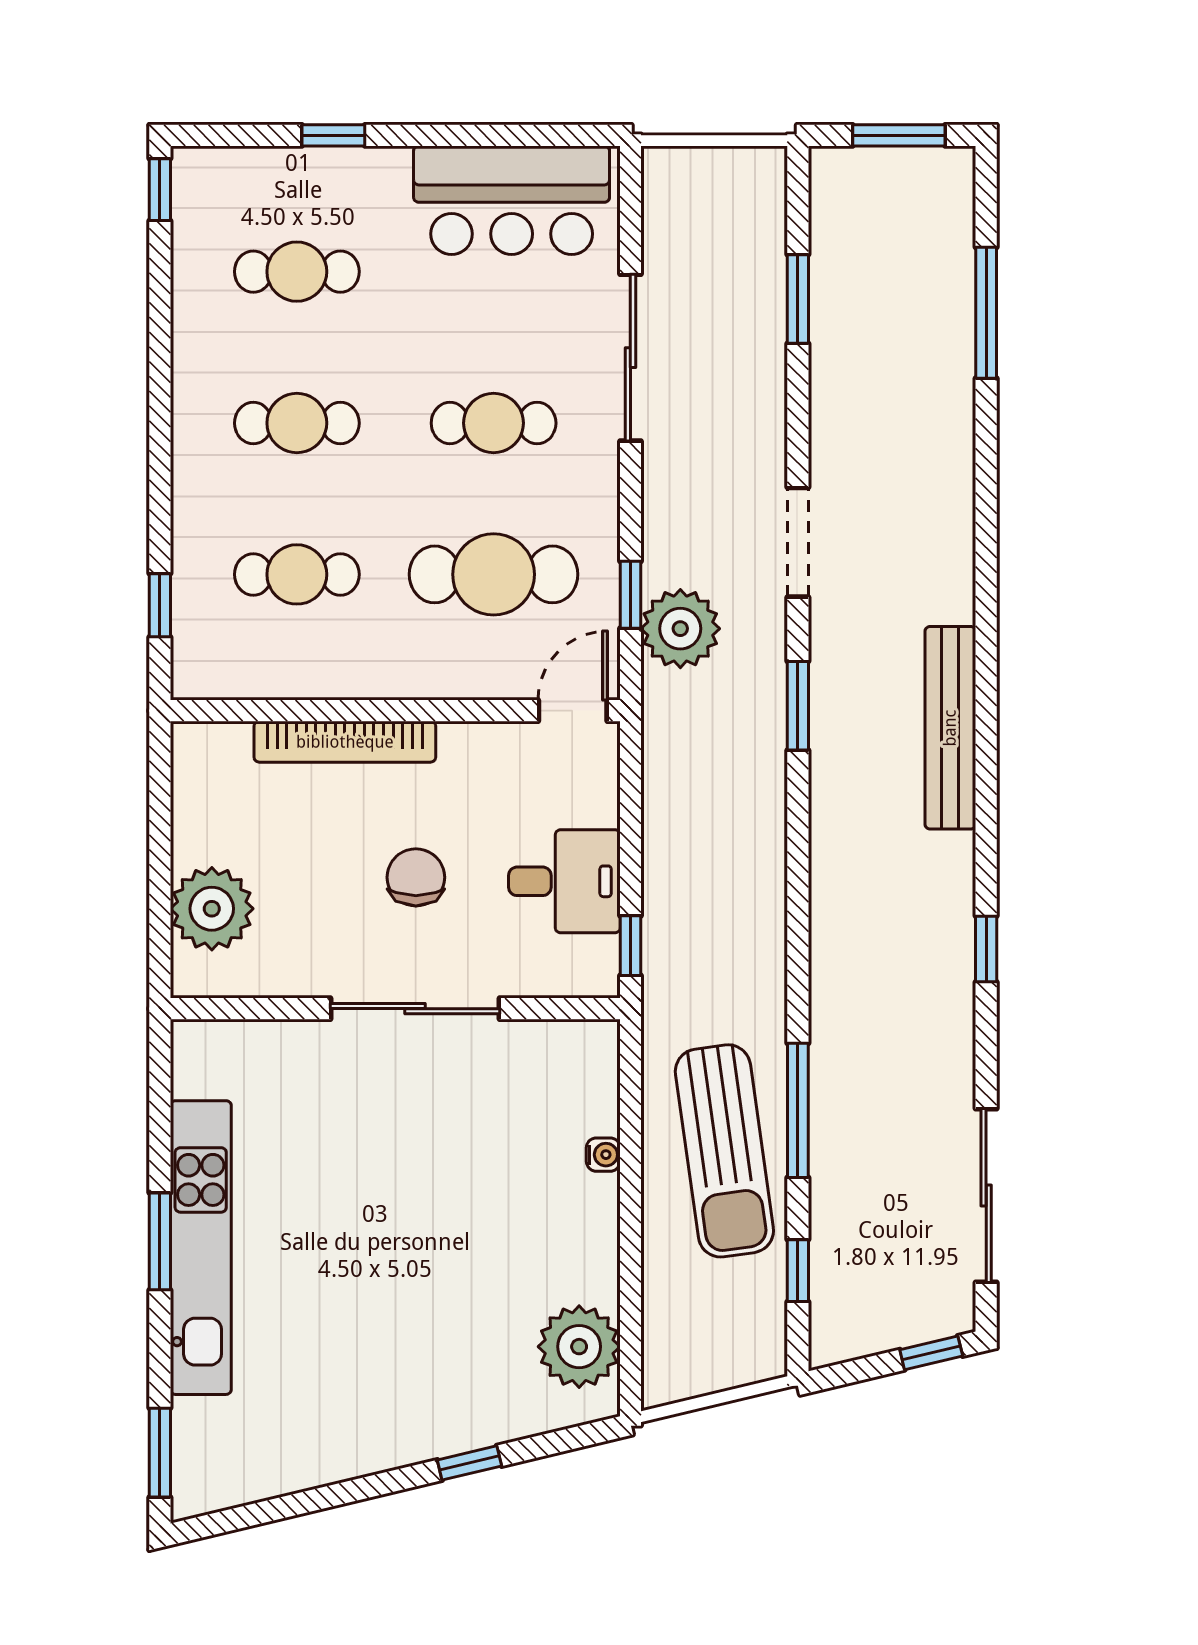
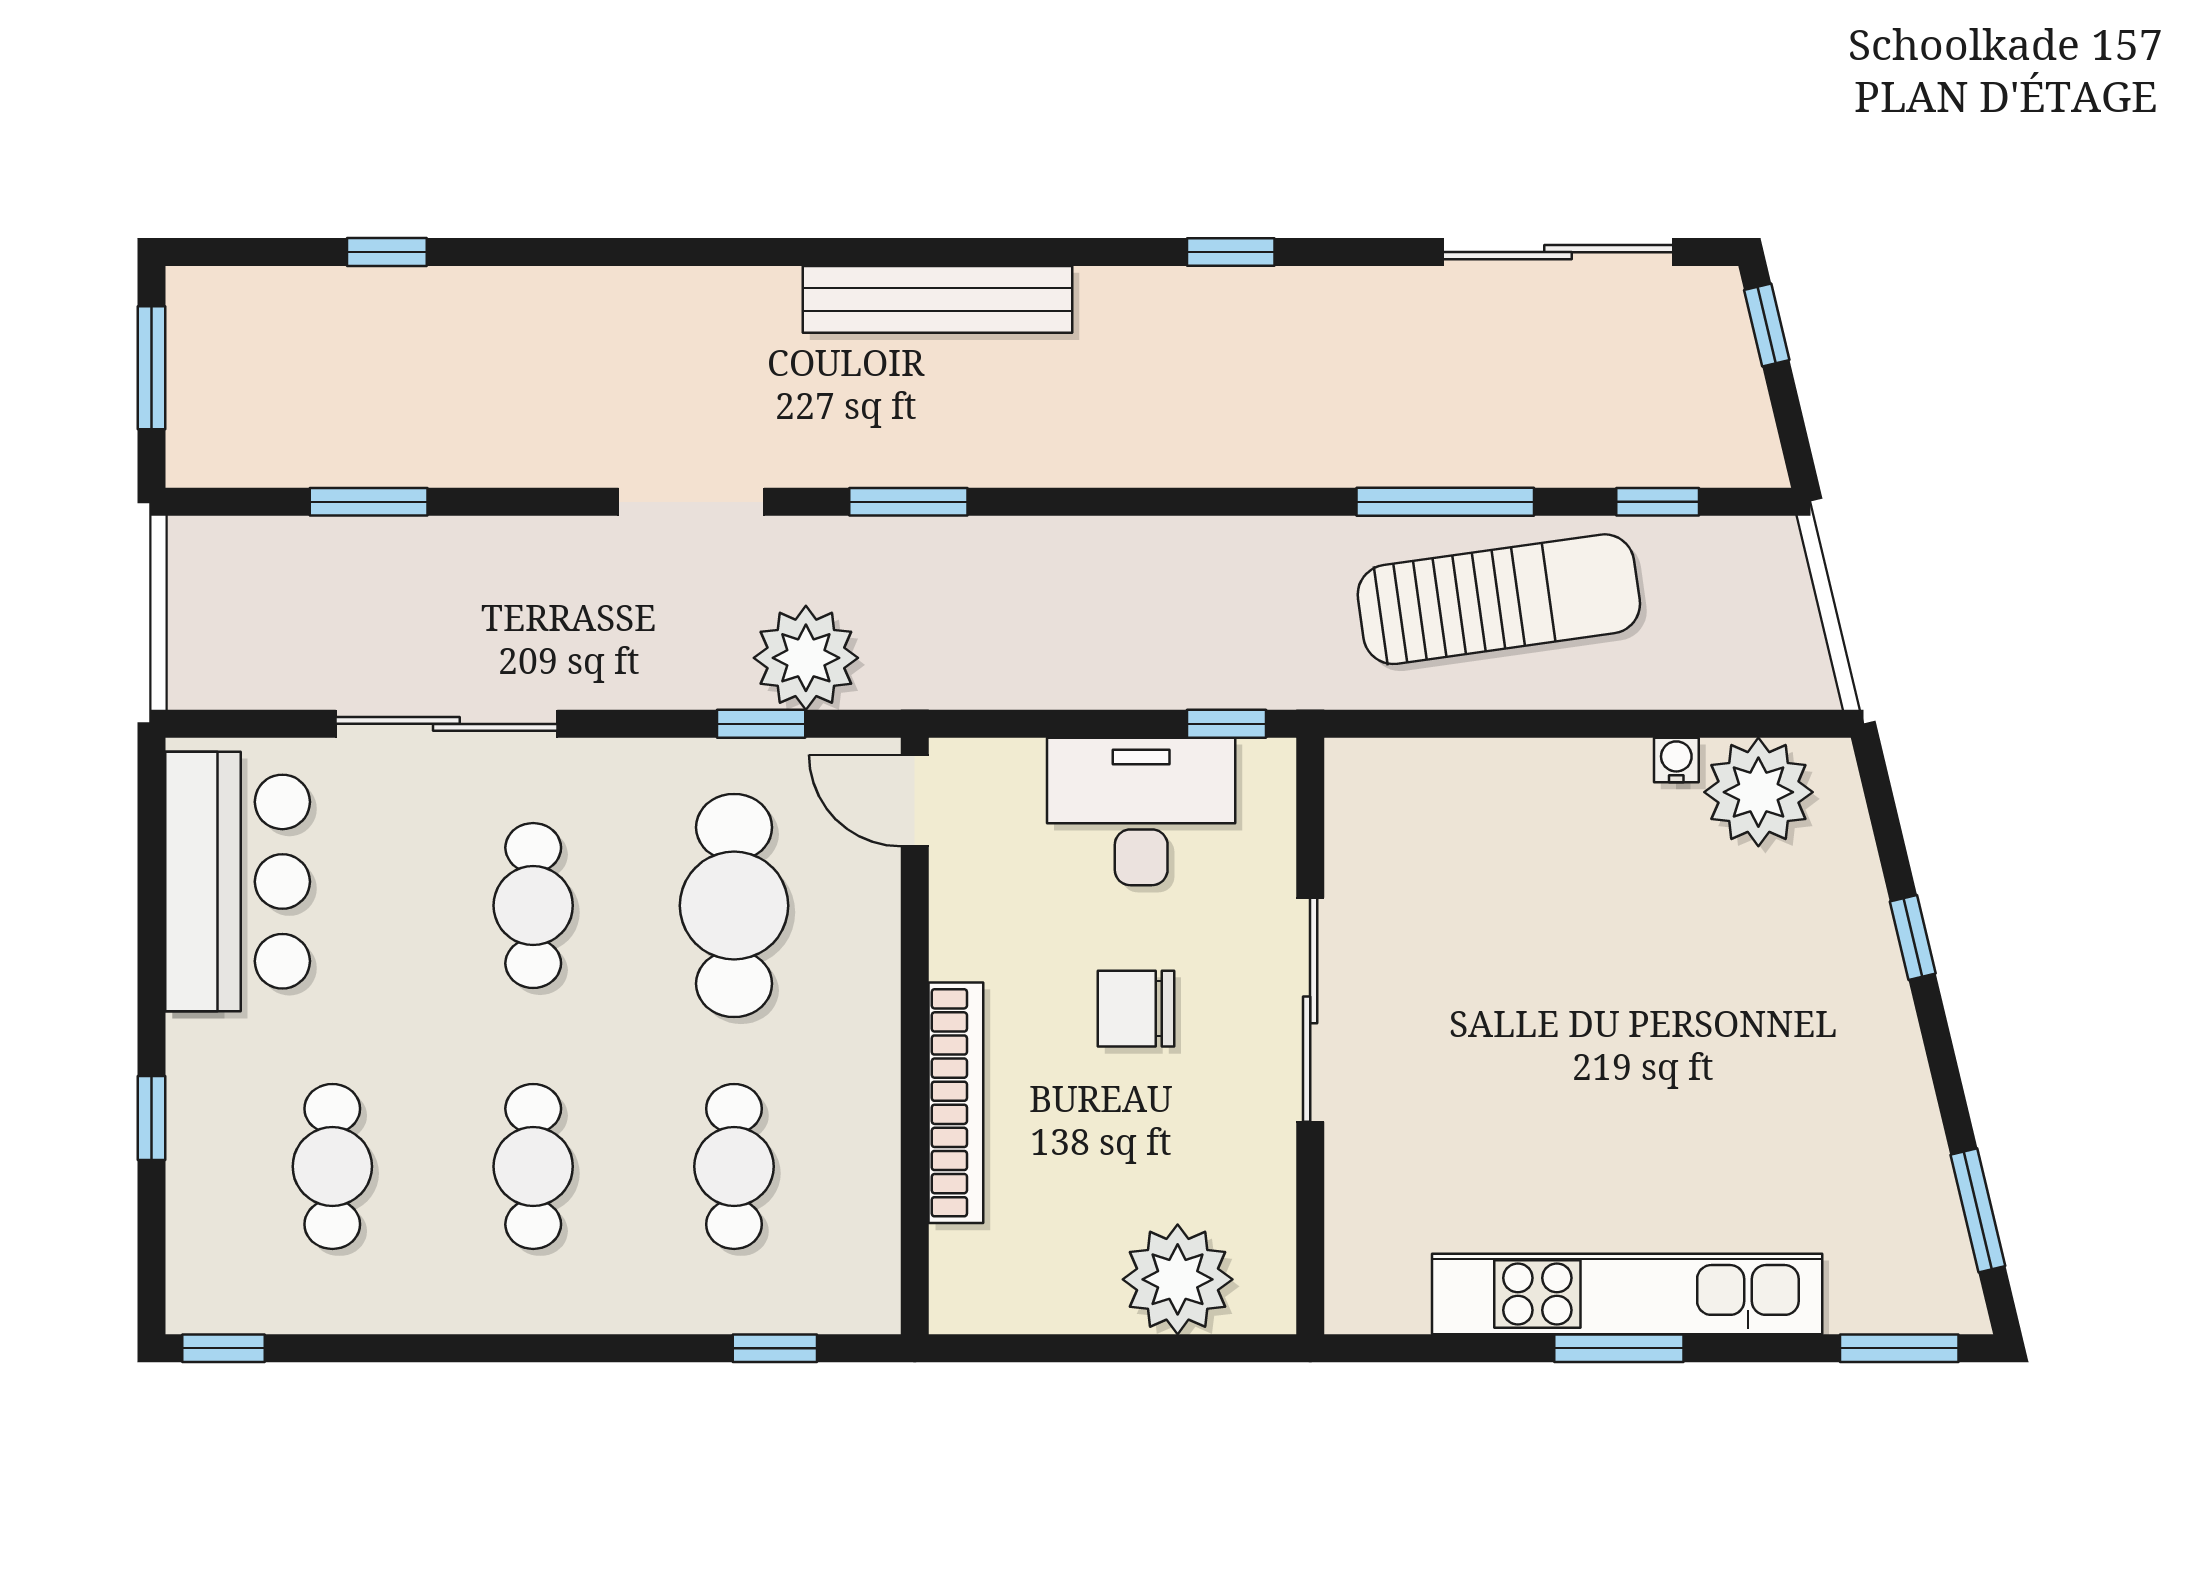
window: (986, 313) -> (387, 252), width x0.46
desk: (564, 881) -> (1141, 812), width x1.37
water cooler: (603, 1155) -> (1676, 760), moved
window: (264, 1512) -> (1978, 1210), added

